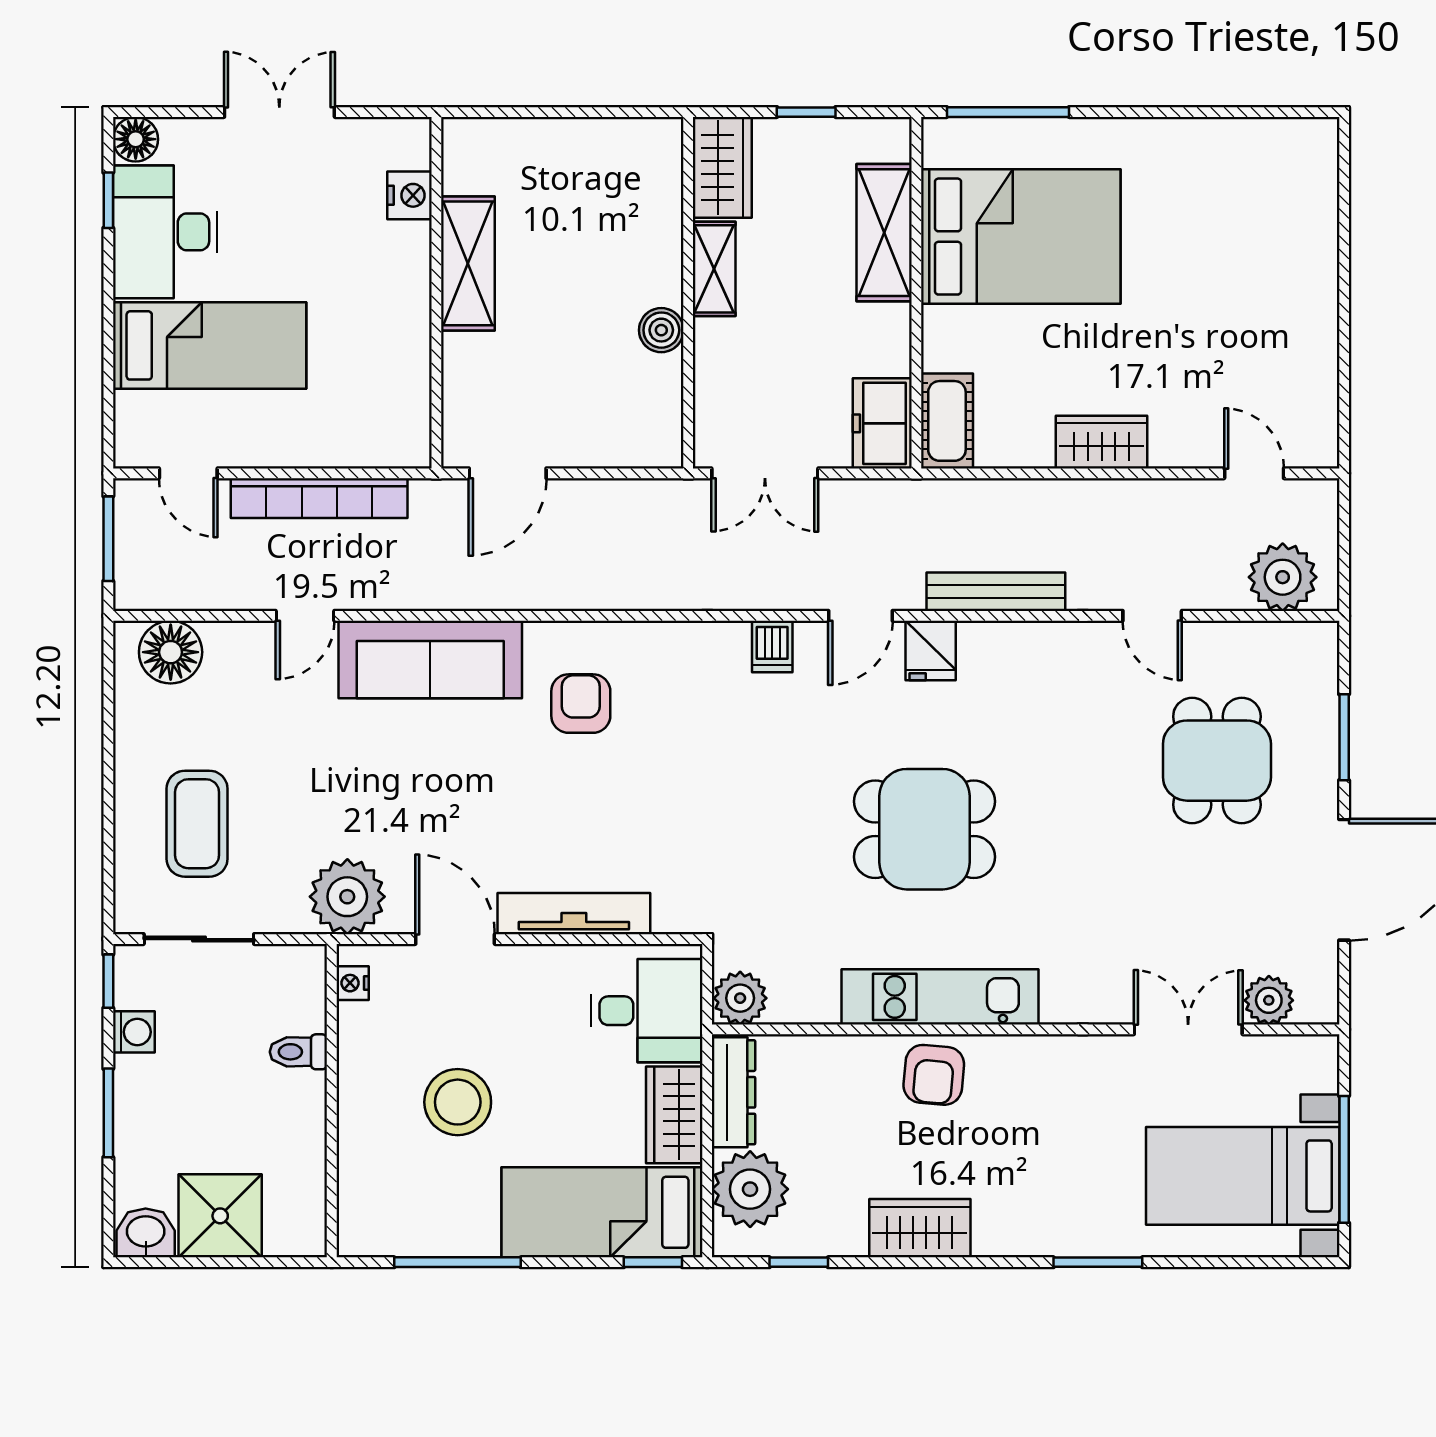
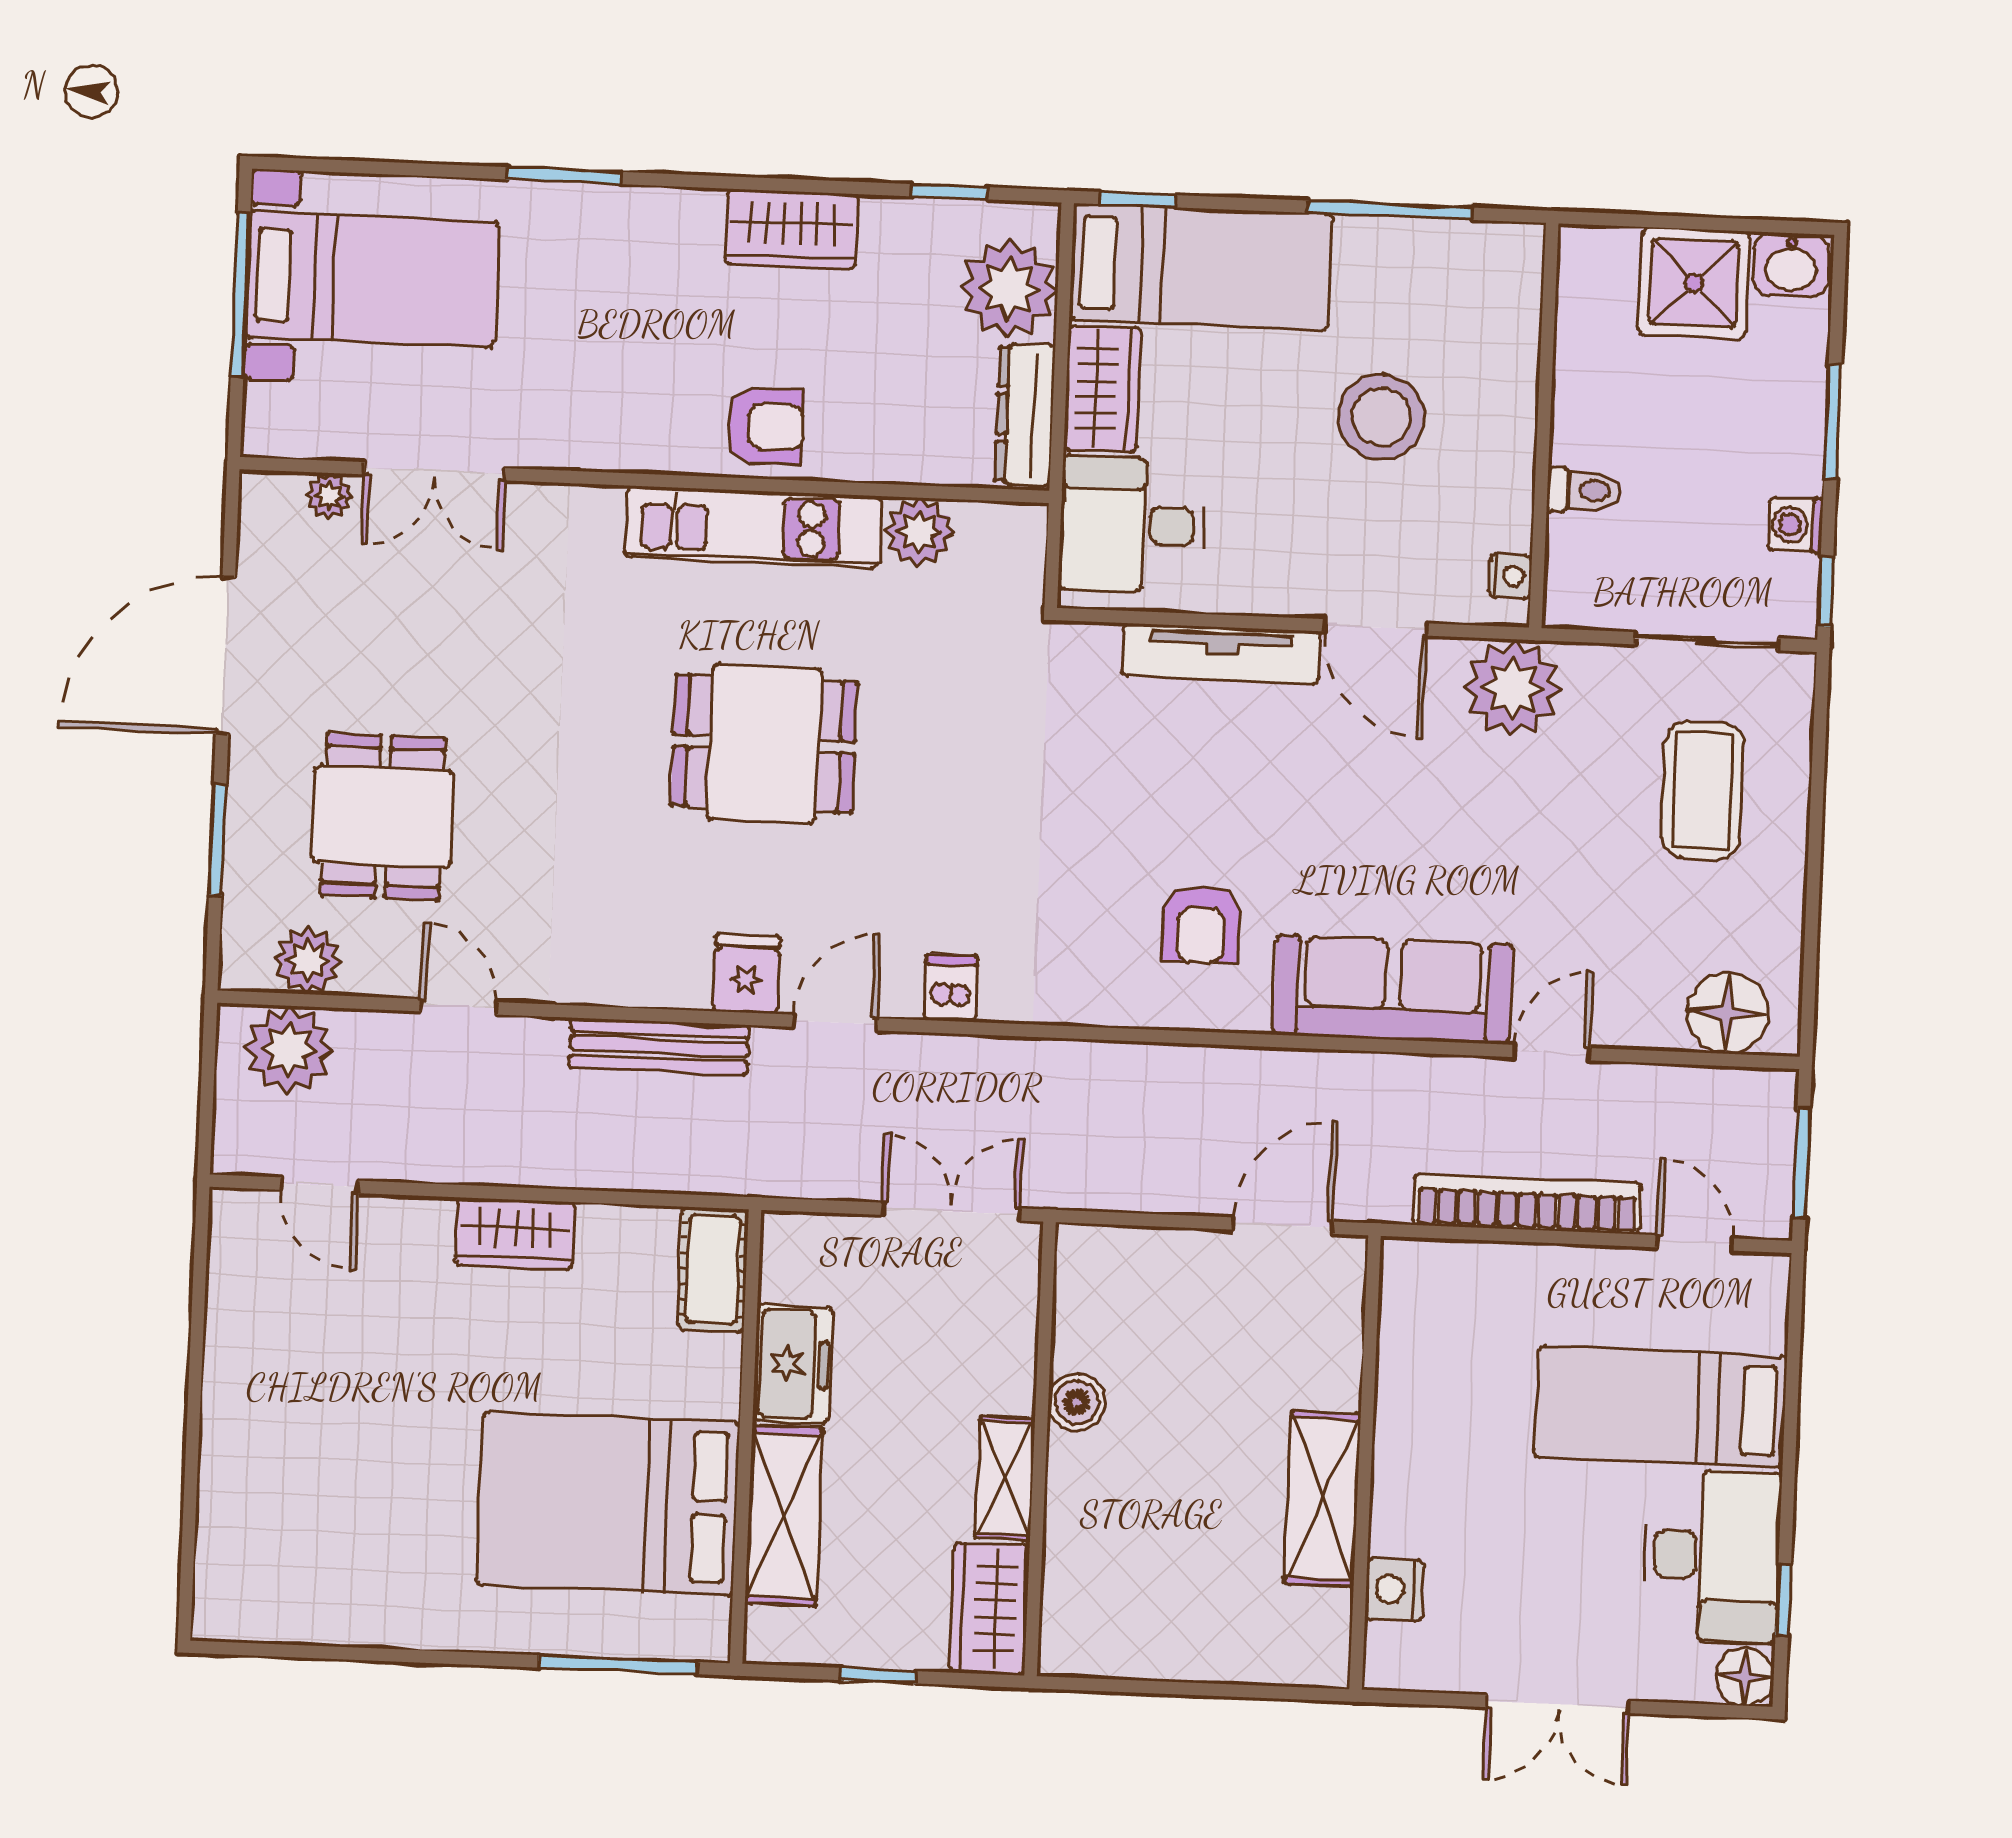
freezer: (882, 423) -> (793, 1364), moved
plant: (1270, 647) -> (308, 960), added
plant: (740, 998) -> (919, 532), moved
plant: (1269, 1000) -> (329, 496), width x0.73, depth x0.73
armchair: (934, 1075) -> (765, 426), turned 85

